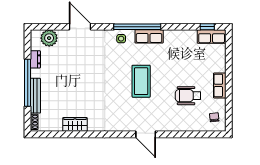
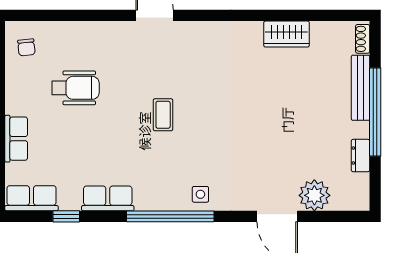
window: (207, 27) -> (66, 216), moved
row of seats: (149, 36) -> (108, 198), moved
plant: (49, 38) -> (314, 195), moved
coffee table: (141, 81) -> (163, 115), width x0.54, depth x0.58
row of seats: (220, 85) -> (16, 139), moved

